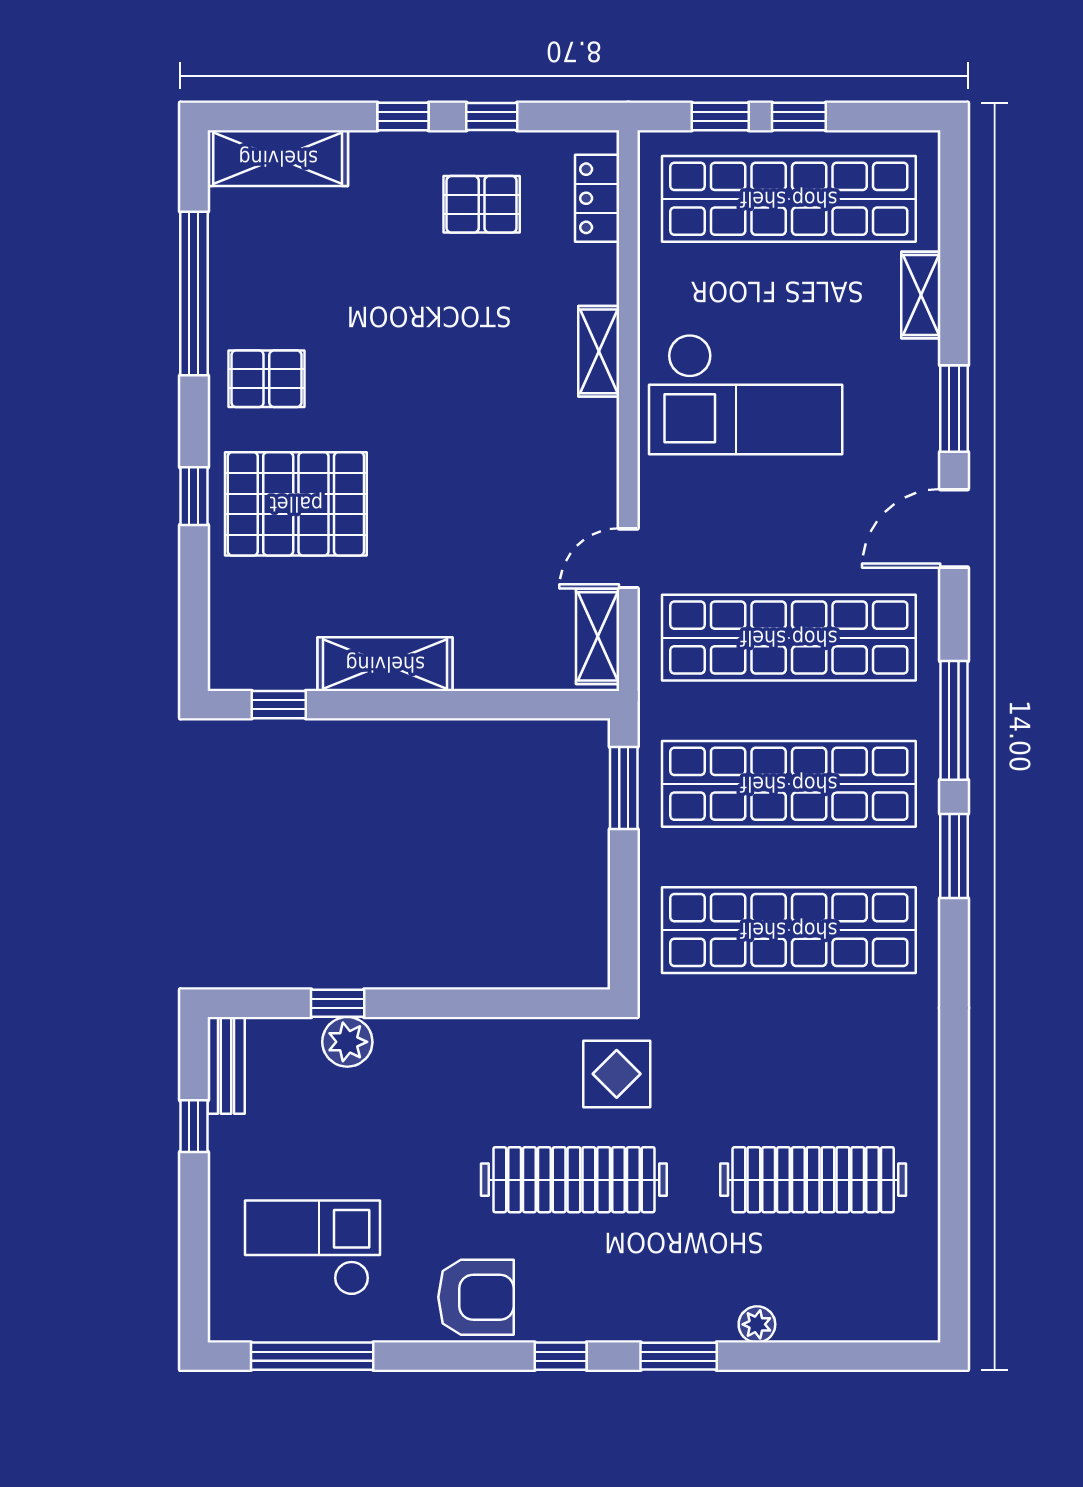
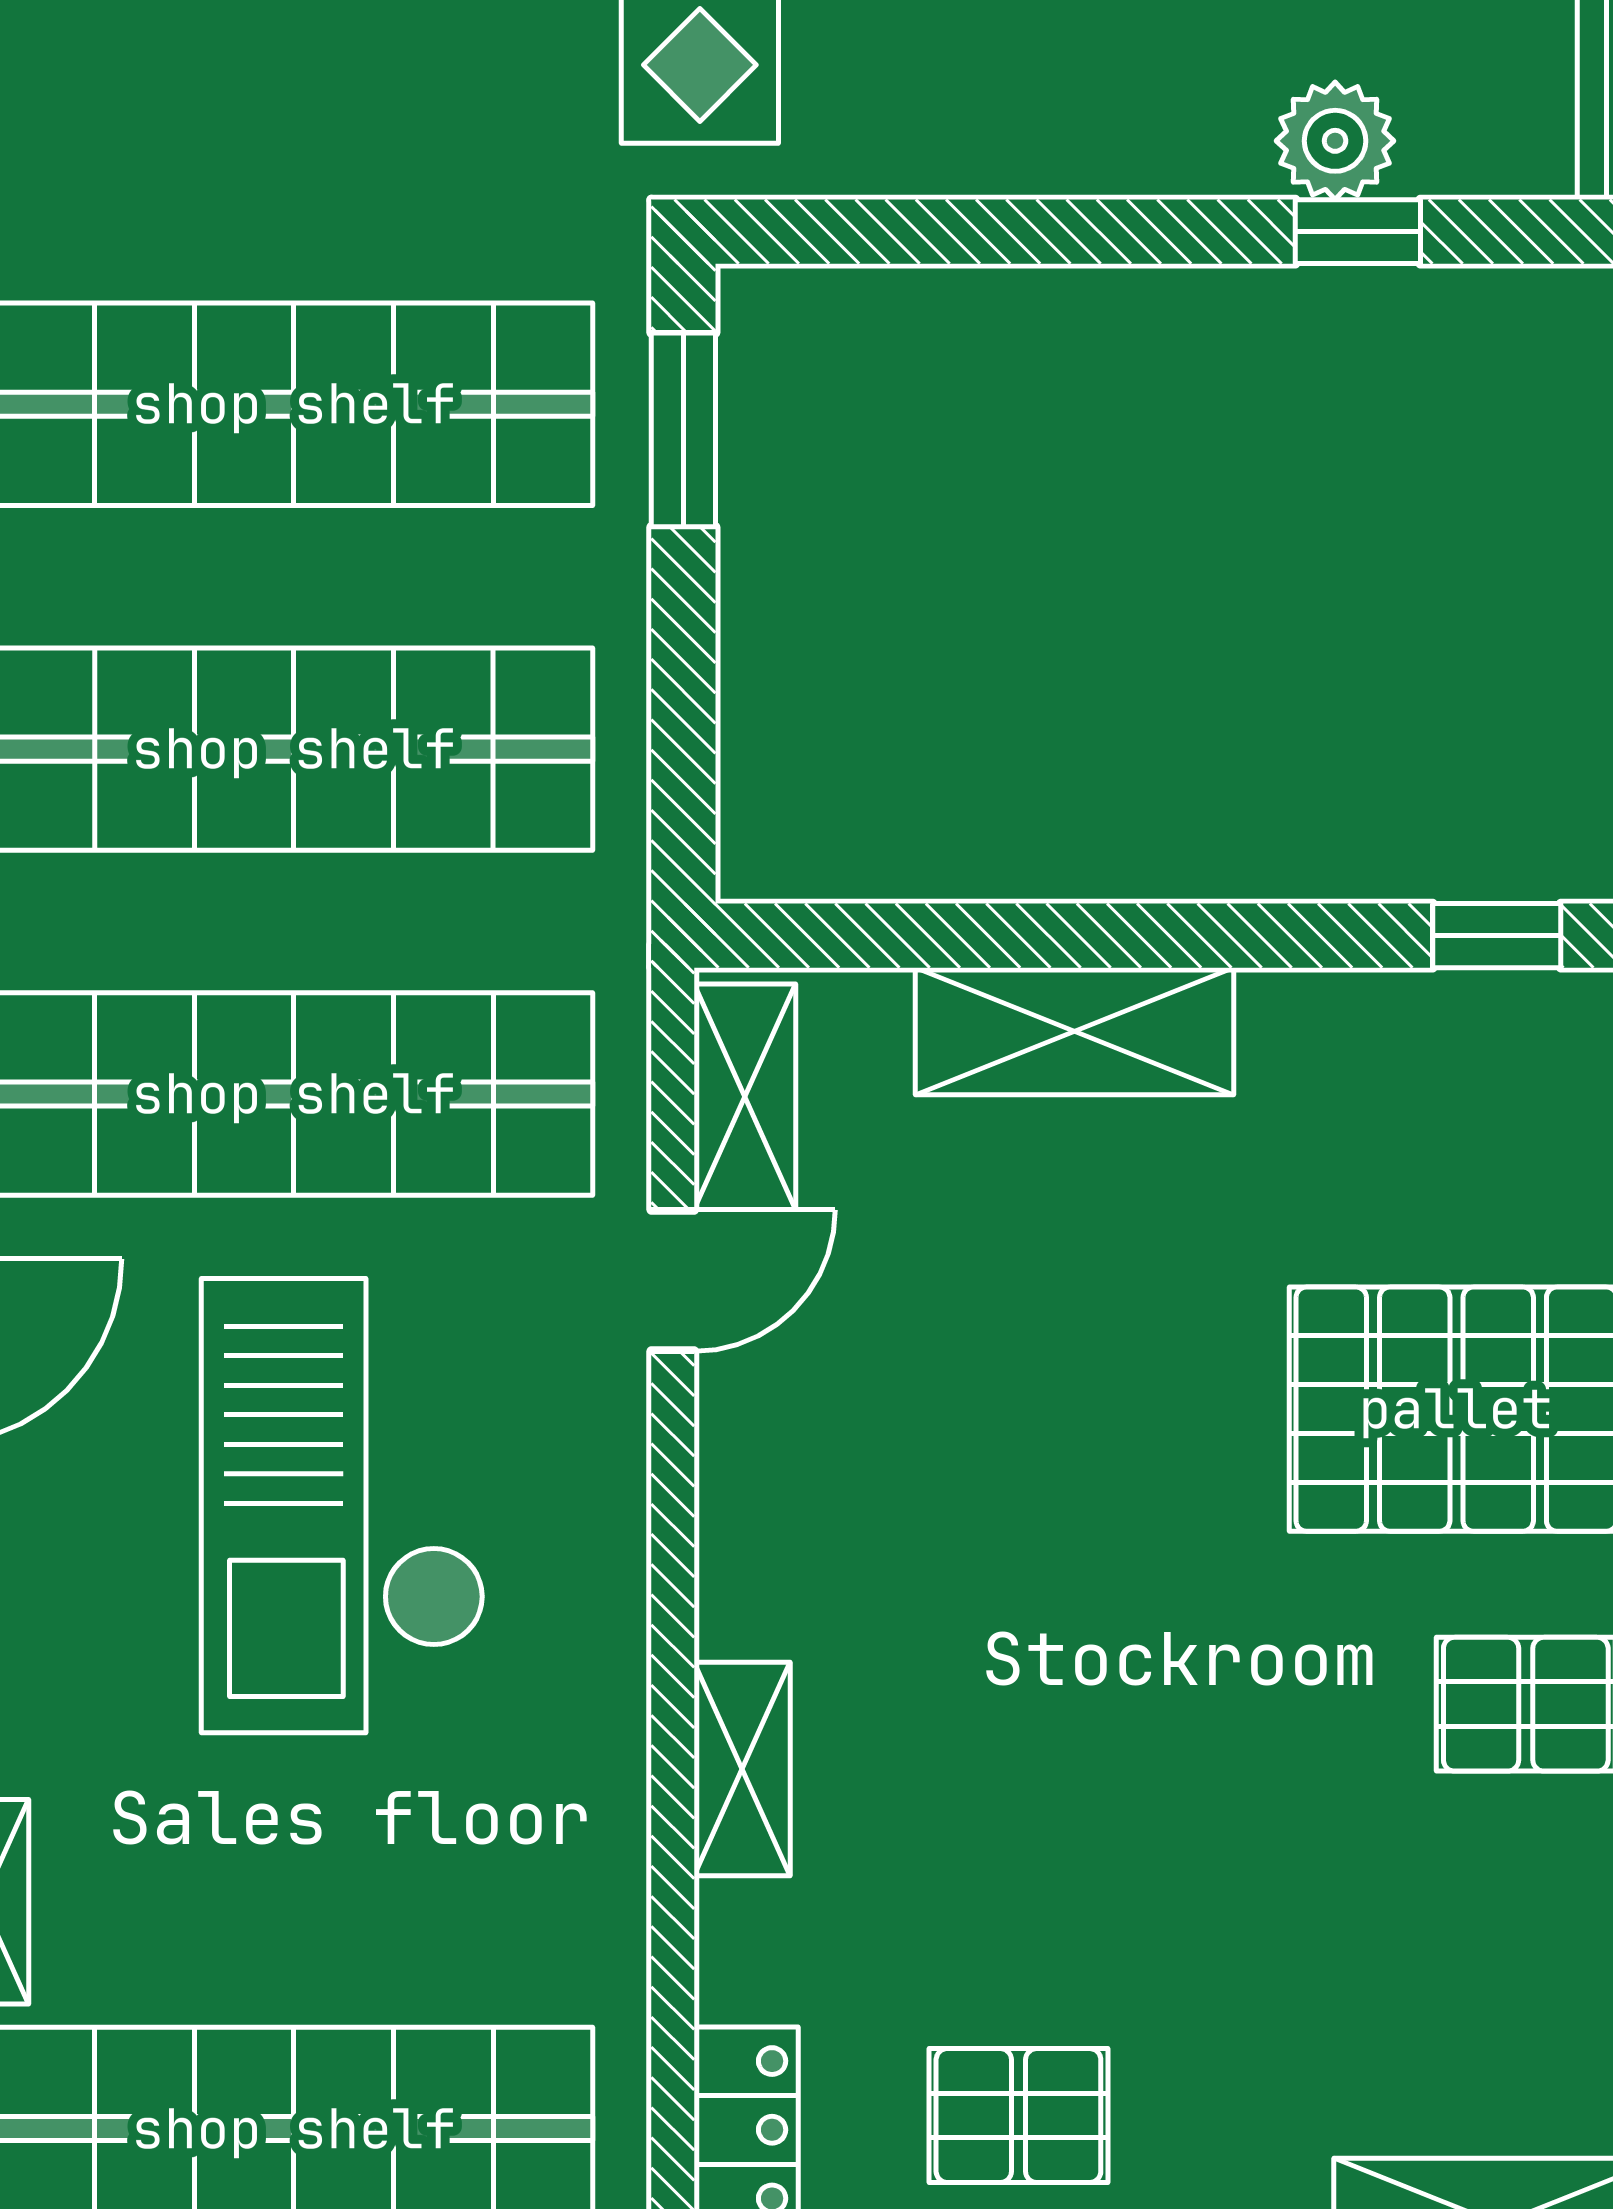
checkout: (746, 394) -> (343, 1506), moved, turned -90
shelving: (385, 664) -> (1074, 1031), moved
window: (624, 788) -> (683, 430), moved

